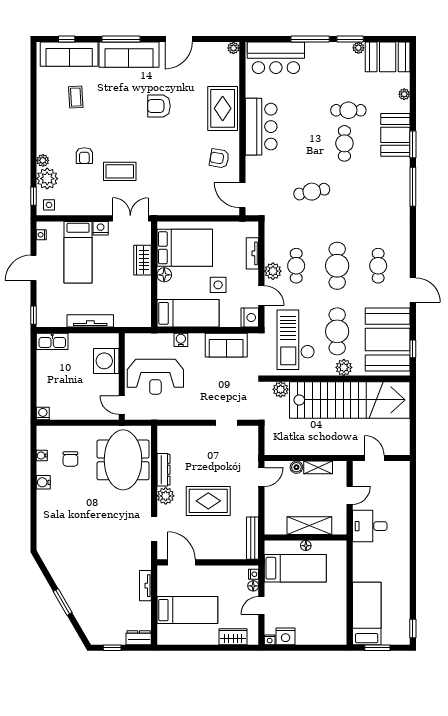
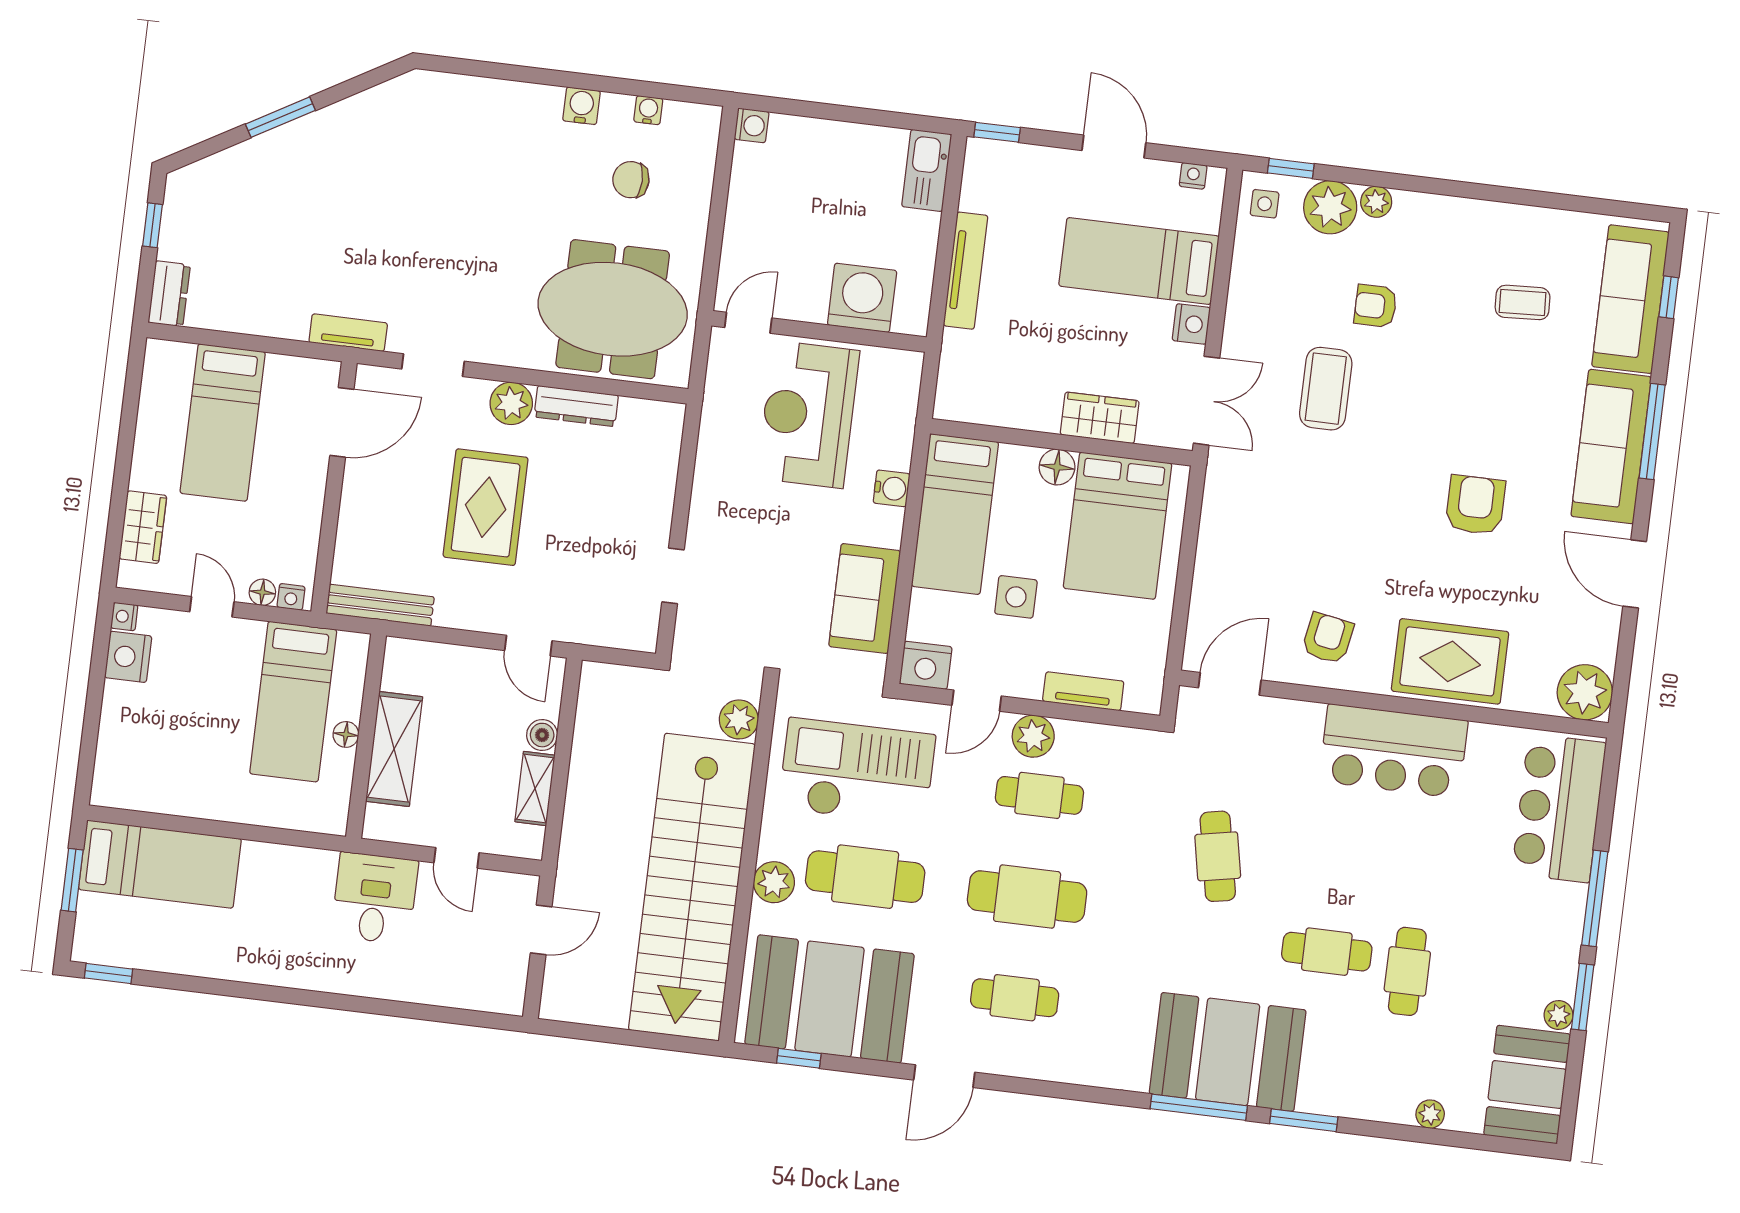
plant: (233, 48) -> (1585, 692), width x1.88, depth x1.88
booth: (395, 135) -> (1228, 1052), moved, width x1.36, depth x1.42
tv unit: (145, 586) -> (348, 333), moved

